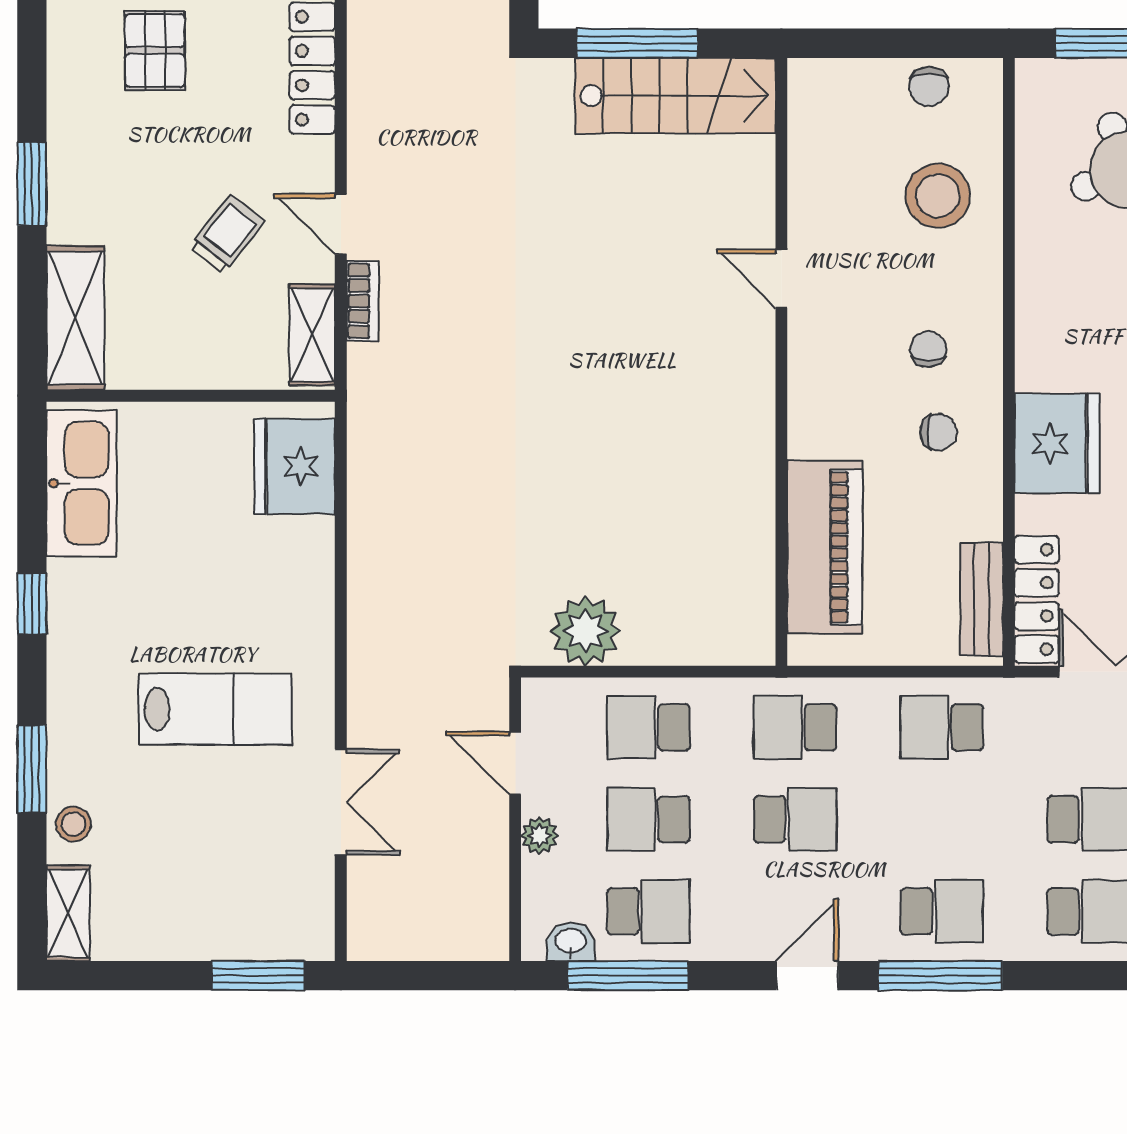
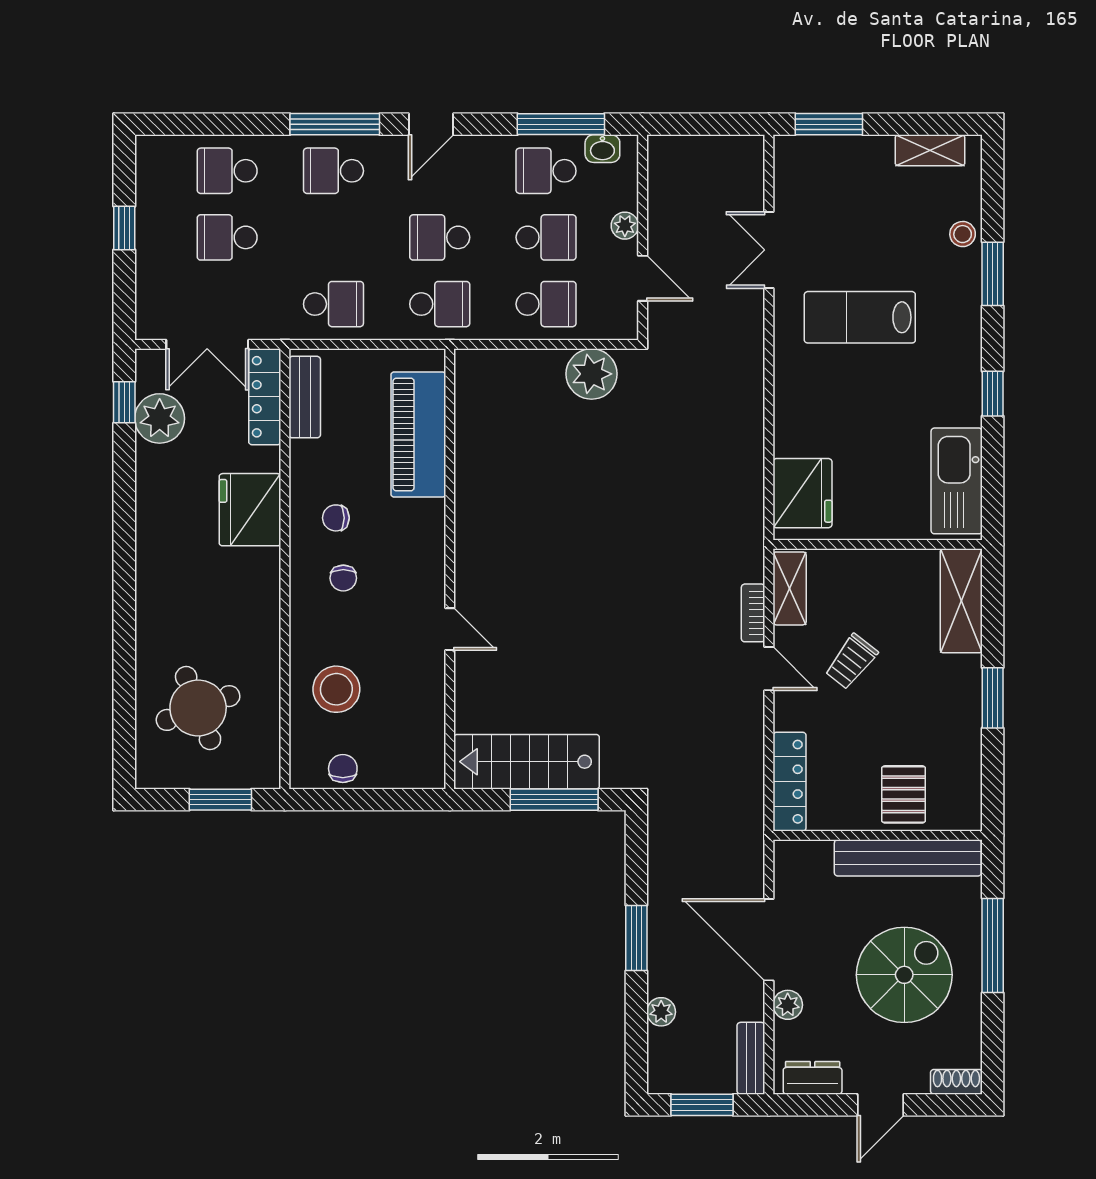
shelving: (68, 913) -> (930, 150), moved, turned 90

